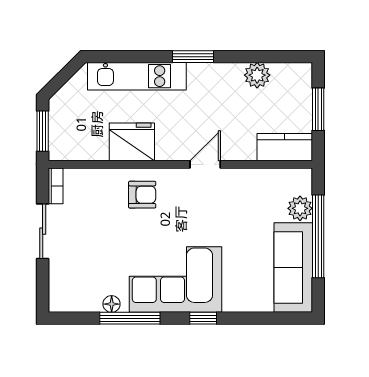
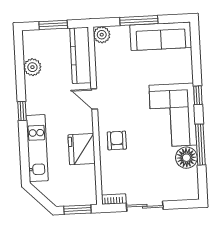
window: (193, 57) -> (22, 111), width x0.67
kitchen counter: (285, 147) -> (80, 55), width x1.50
plant: (300, 208) -> (102, 35), moved
window: (318, 236) -> (139, 21), width x0.68
floor lamp: (112, 304) -> (186, 158), width x1.89, depth x1.89

